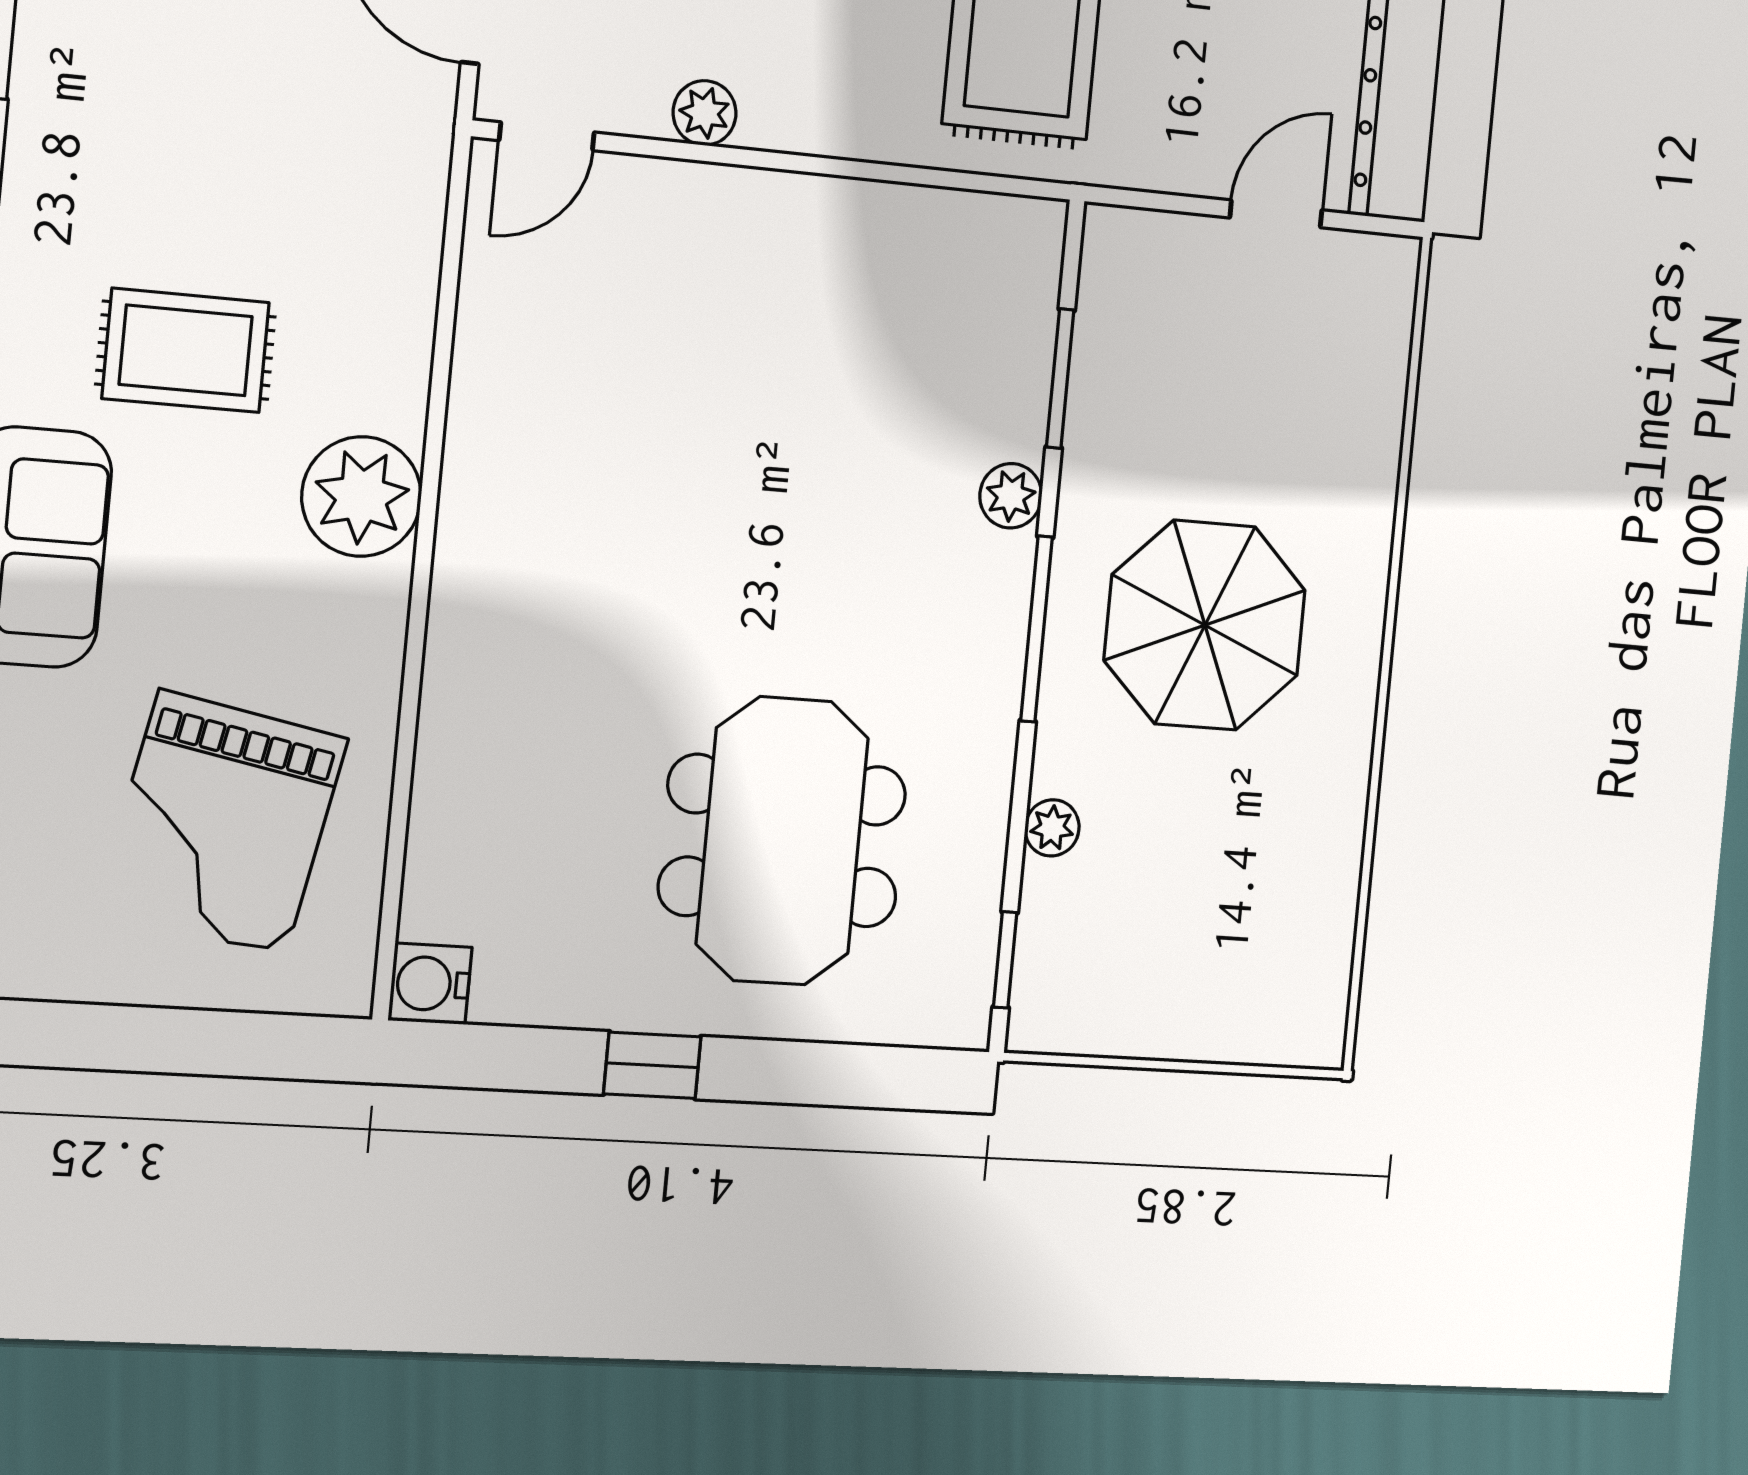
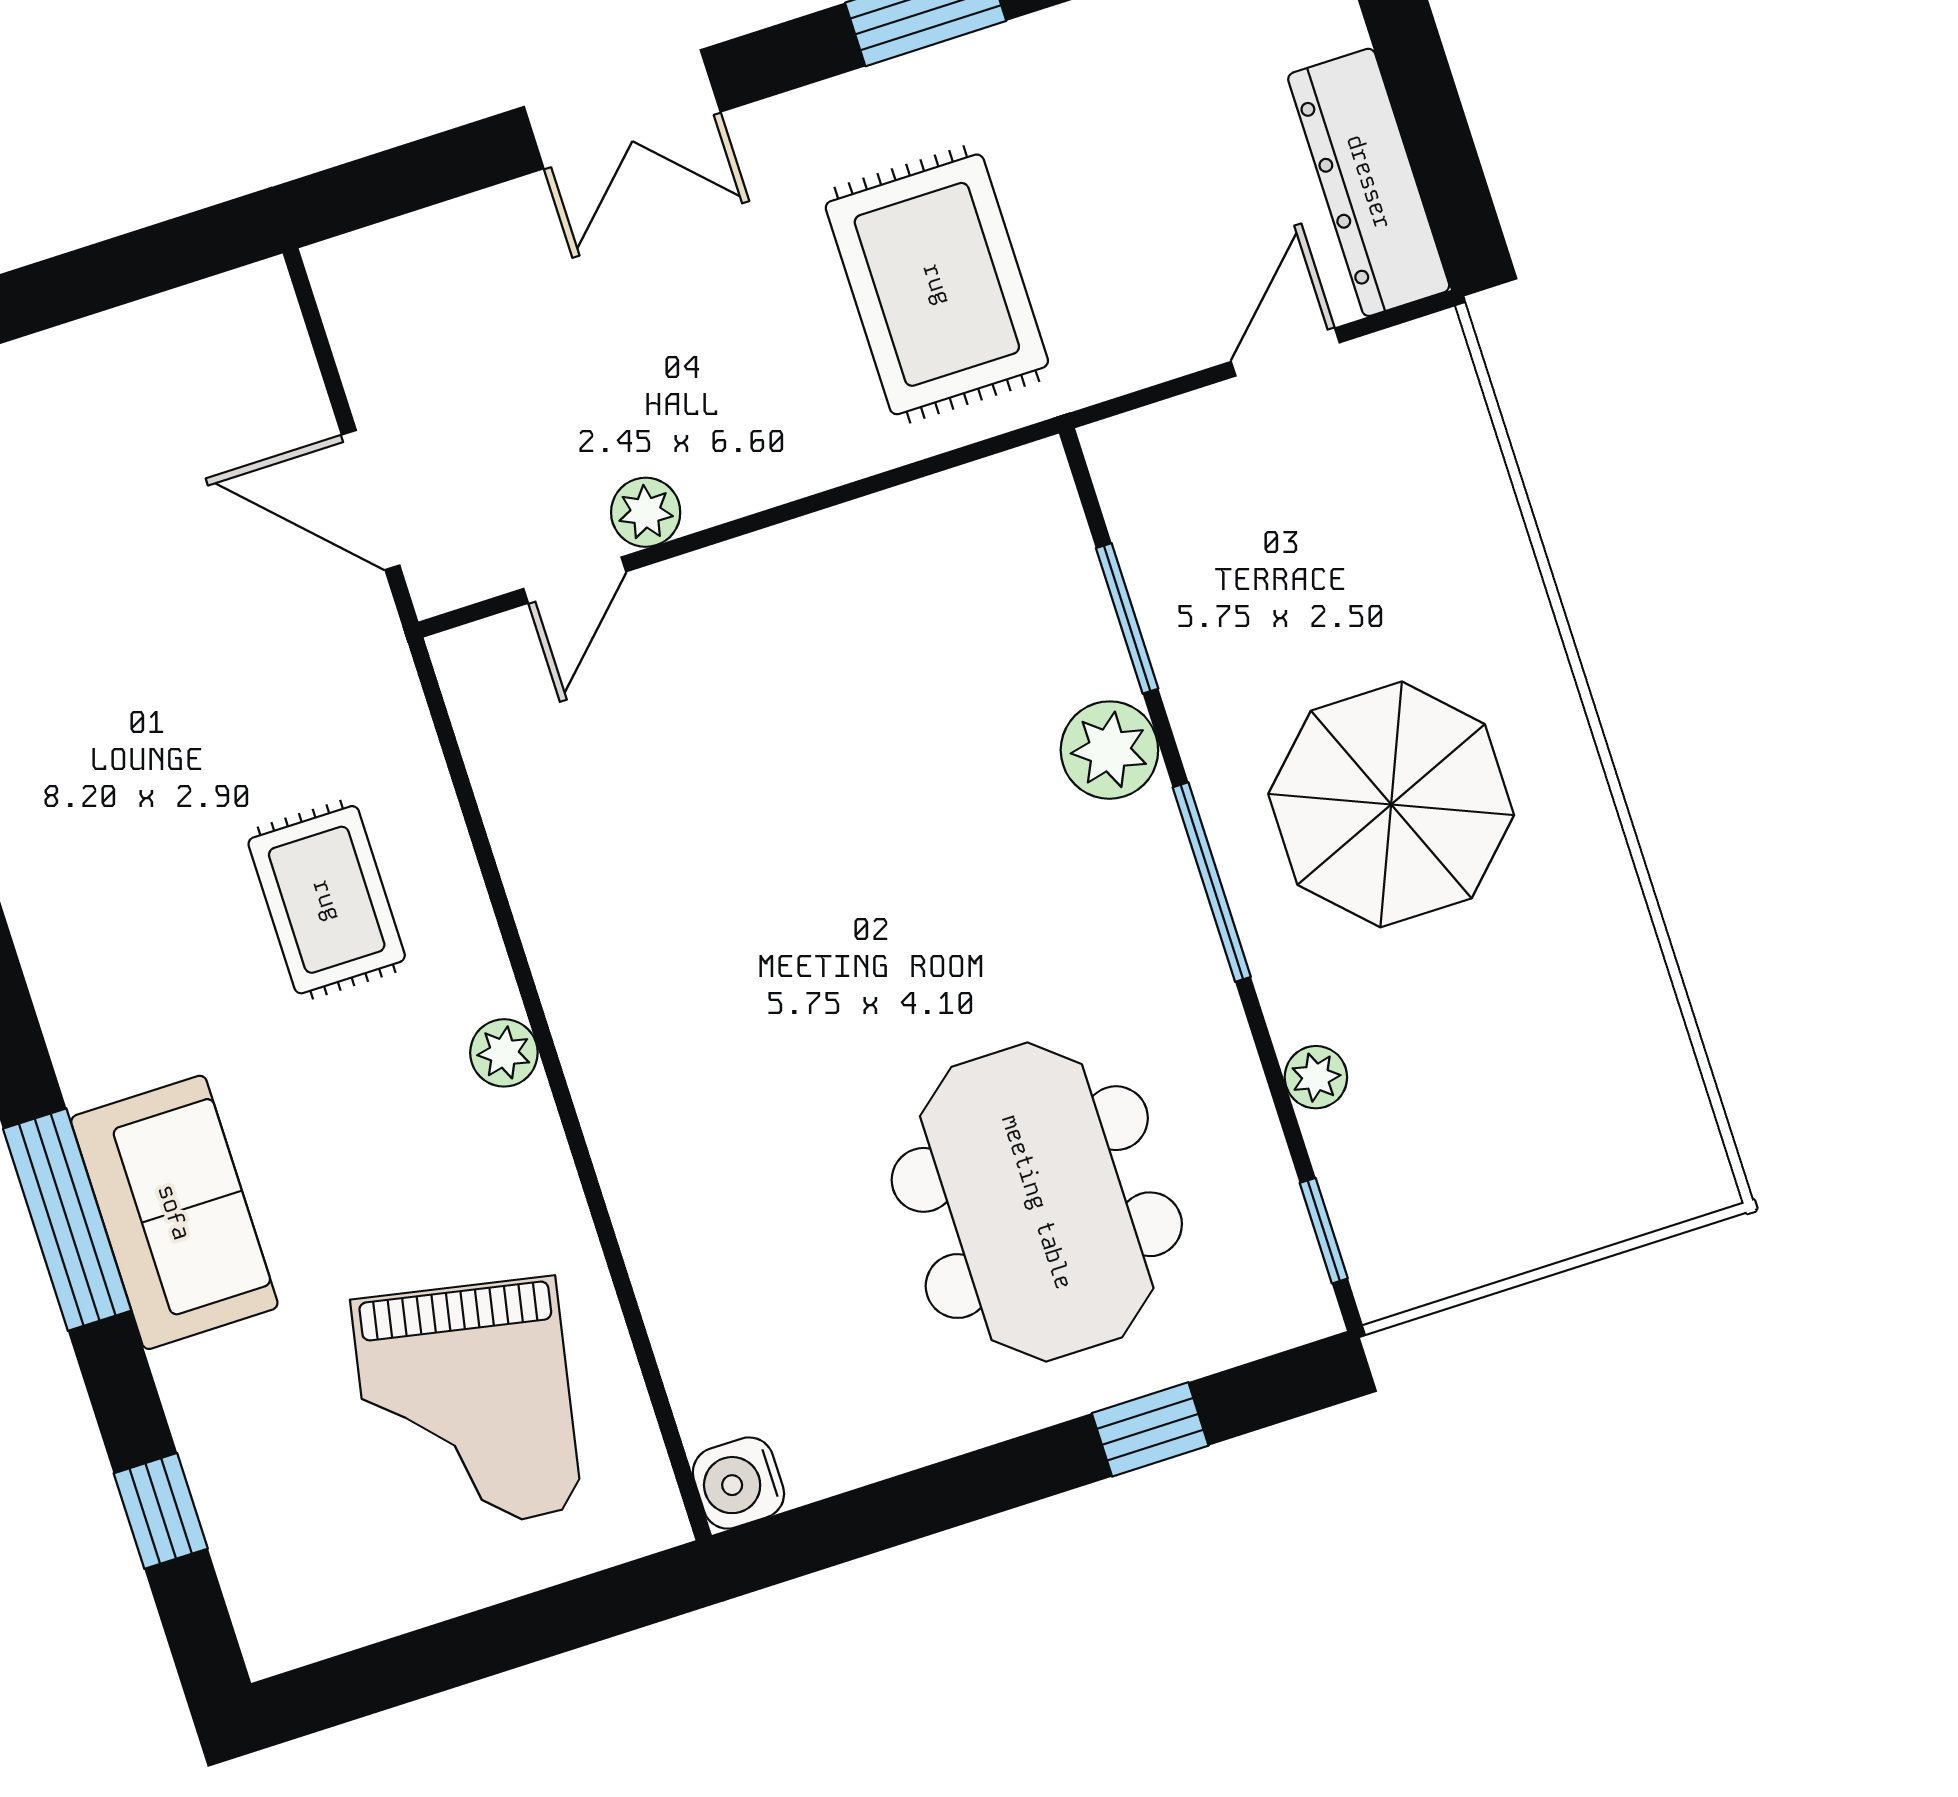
door: (547, 136) -> (575, 580), moved
rug: (186, 350) -> (327, 900), moved, turned 90
plant: (1011, 496) -> (1109, 750), width x1.38, depth x1.38
plant: (361, 497) -> (504, 1053), width x0.53, depth x0.53
window: (652, 1065) -> (1150, 1429), moved

